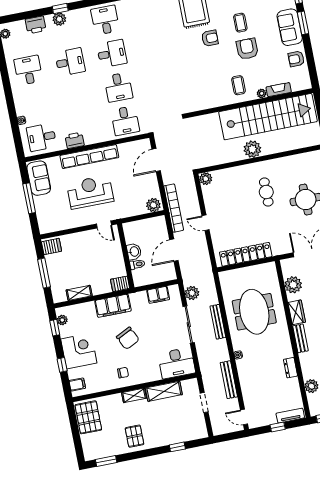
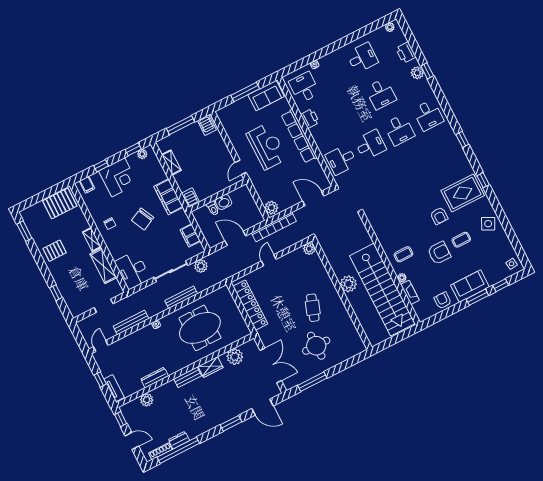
desk: (105, 20) -> (428, 115), turned 90
desk: (118, 87) -> (370, 145), turned 180
cafe table: (266, 192) -> (313, 308), turned -71
dresser: (290, 368) -> (155, 378), width x1.44

